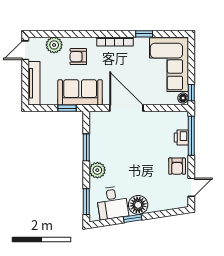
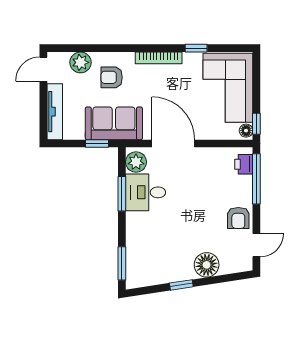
printer: (181, 138) -> (244, 164), moved
plant: (97, 170) -> (136, 162), moved
desk: (112, 203) -> (146, 192), moved, turned 99
floor lamp: (138, 205) -> (207, 265), moved

